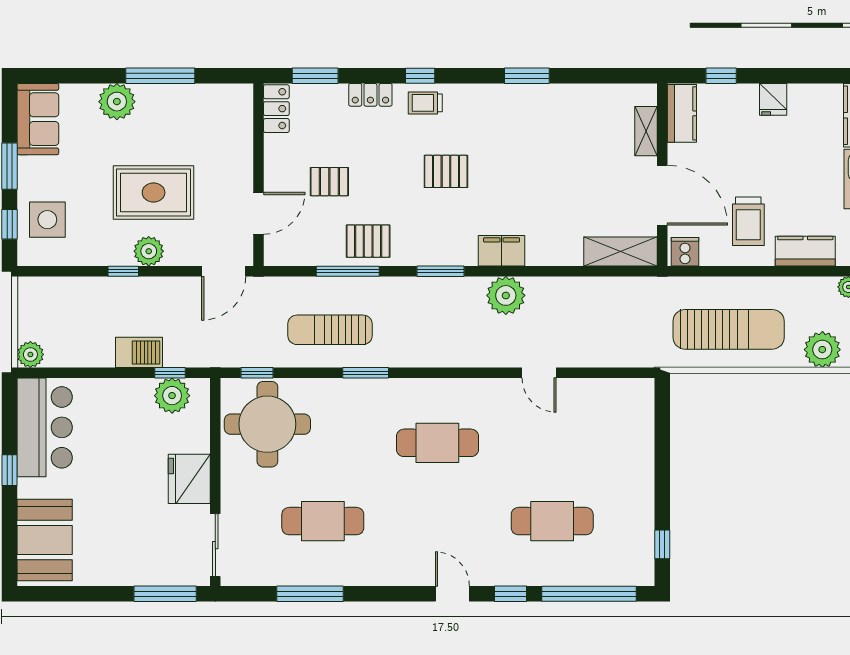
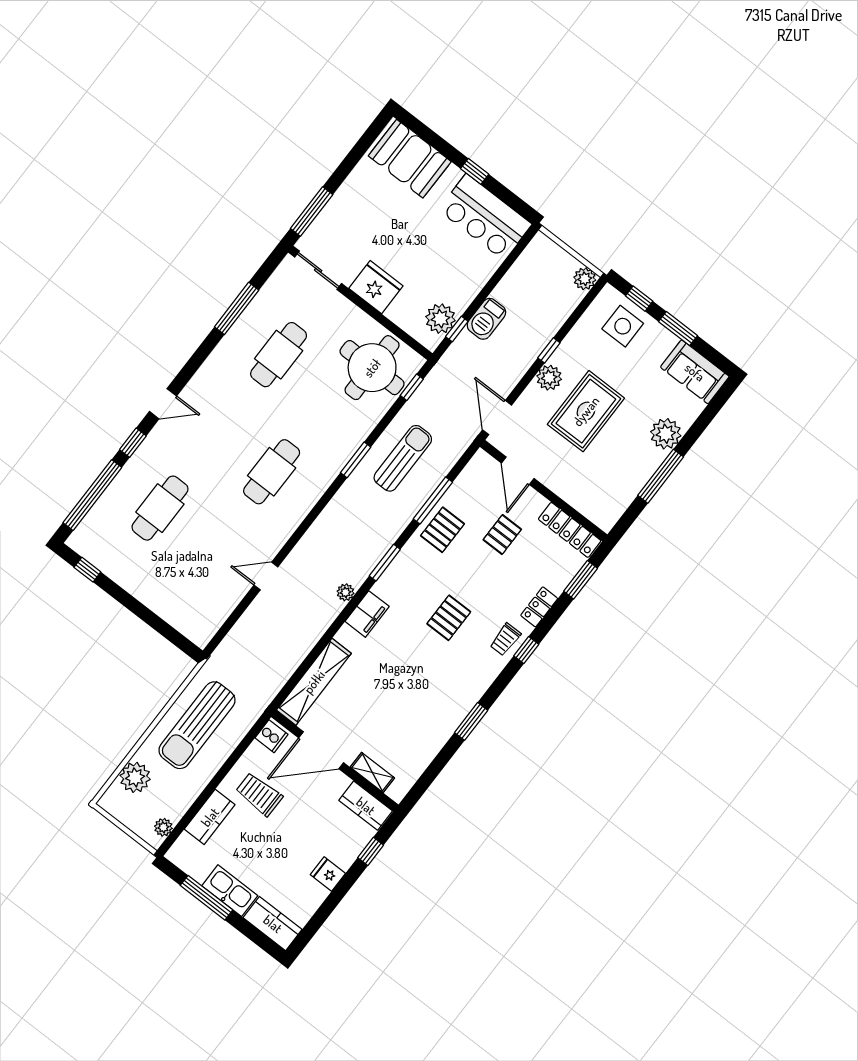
trolley: (425, 103) -> (505, 639), turned 180
locker: (276, 109) -> (570, 530), width x1.53
shelving: (621, 251) -> (314, 682), width x1.47
plant: (506, 295) -> (345, 592), width x0.53, depth x0.53
plant: (30, 354) -> (585, 279), moved

